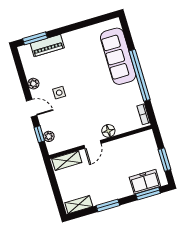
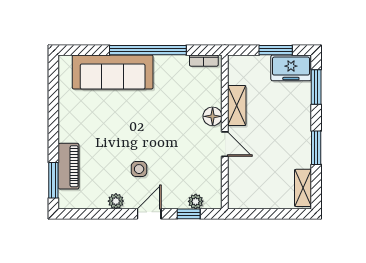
shelving: (67, 161) -> (237, 106), moved
freezer: (145, 182) -> (291, 68), moved, turned -90

